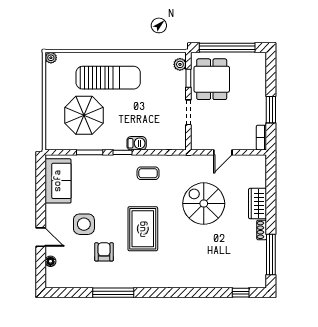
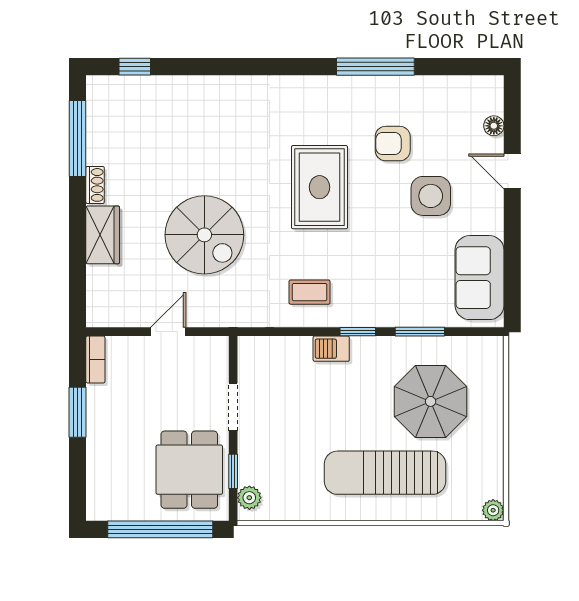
armchair: (104, 252) -> (393, 144), turned 90

